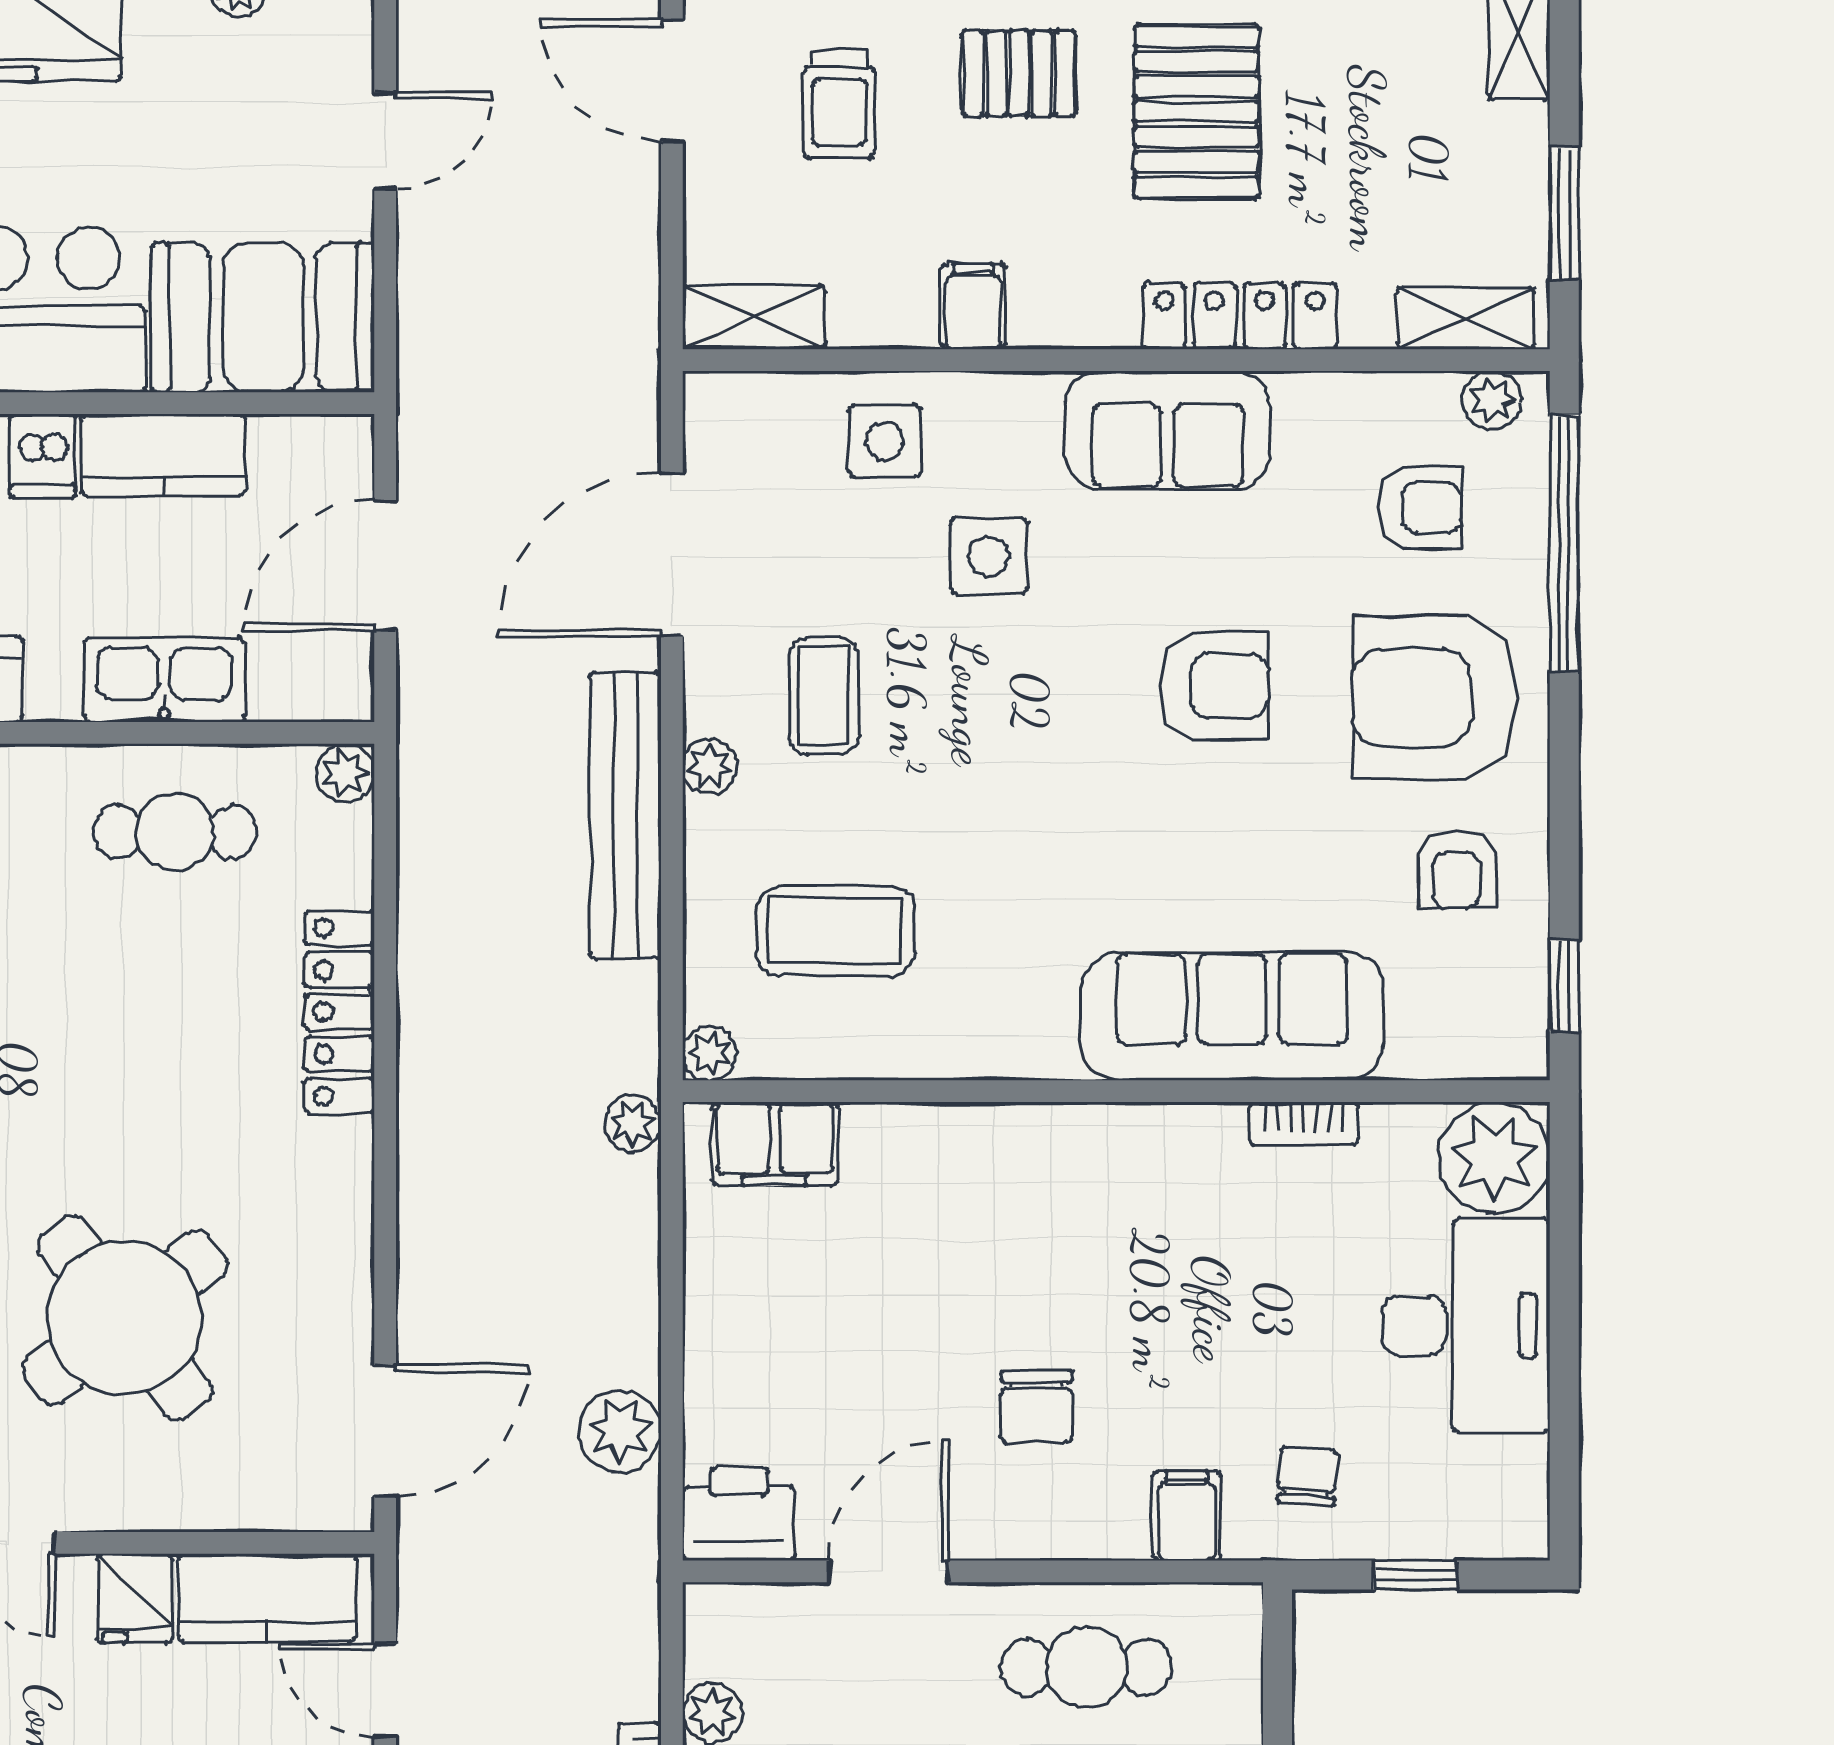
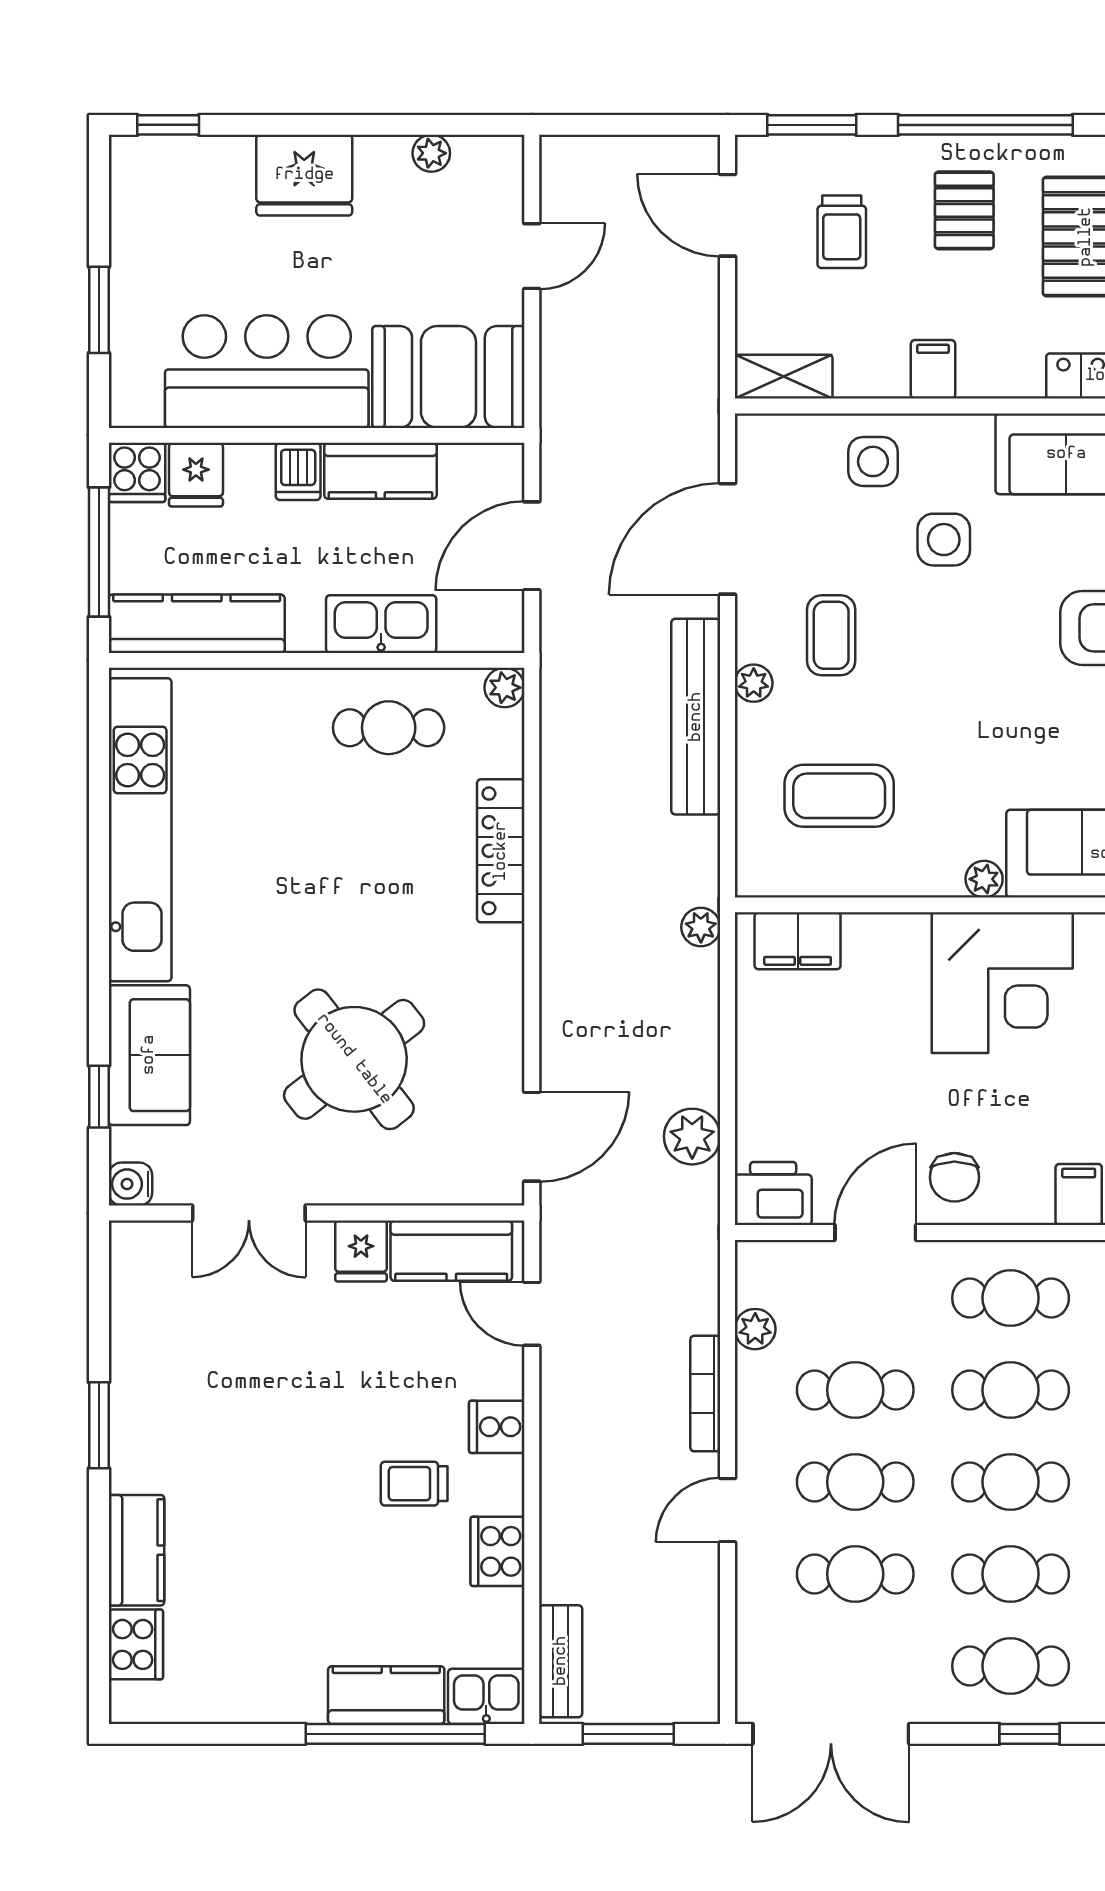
pallet: (1019, 73) -> (964, 210), turned 90
plant: (710, 1053) -> (984, 879), moved
corner desk: (1074, 1205) -> (1002, 983), added
chair: (1036, 1407) -> (954, 1177), moved

